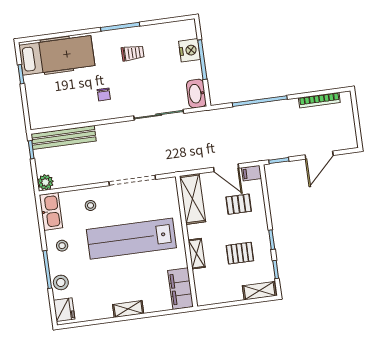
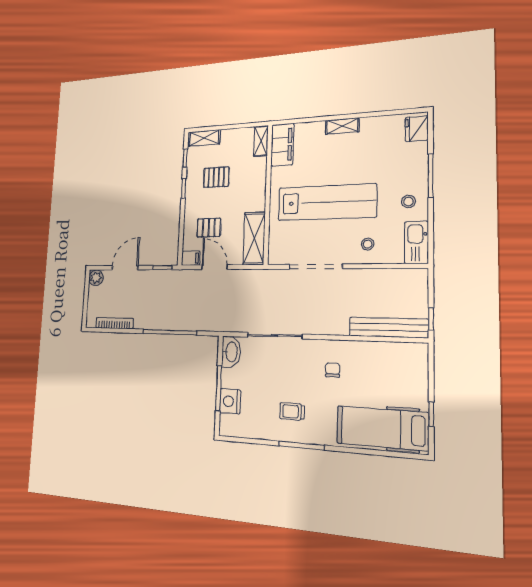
plant: (45, 182) -> (96, 278), moved
shelving: (197, 254) -> (261, 141), moved
stool: (61, 282) -> (416, 160), removed

